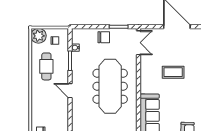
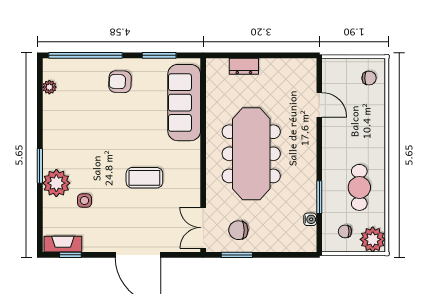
chair: (104, 37) -> (238, 230), moved
door: (70, 91) -> (319, 105), moved

